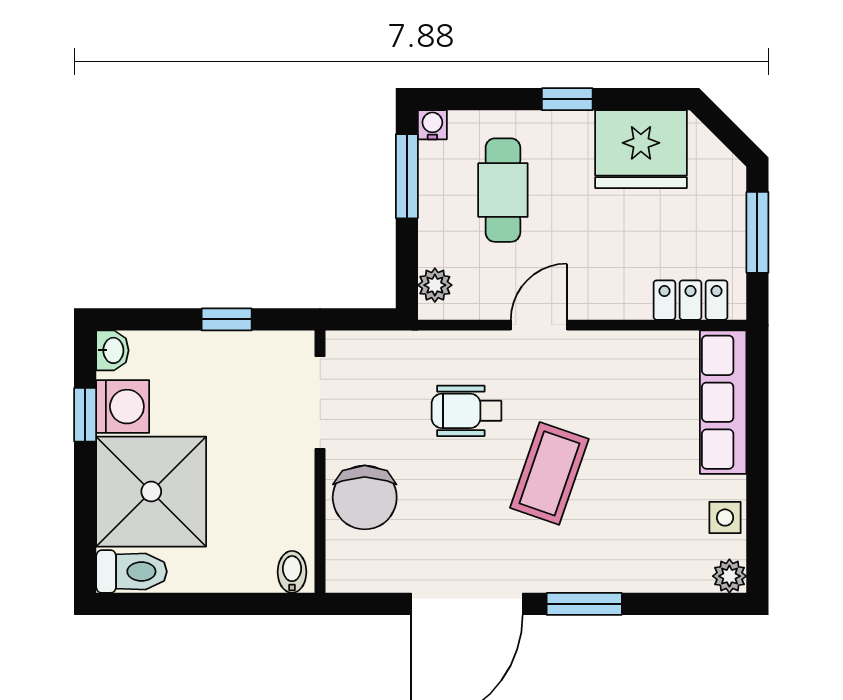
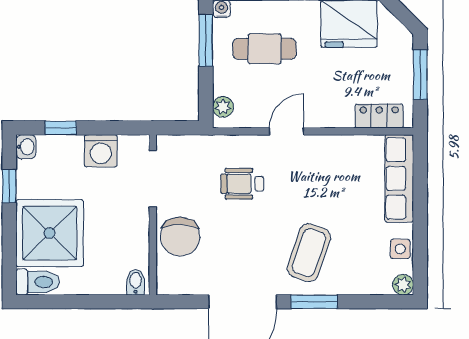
cafe table: (503, 190) -> (265, 49), turned 90
window: (227, 319) -> (61, 128), moved
washing machine: (123, 407) -> (101, 151), moved, turned 90
coffee table: (549, 473) -> (309, 253), moved

